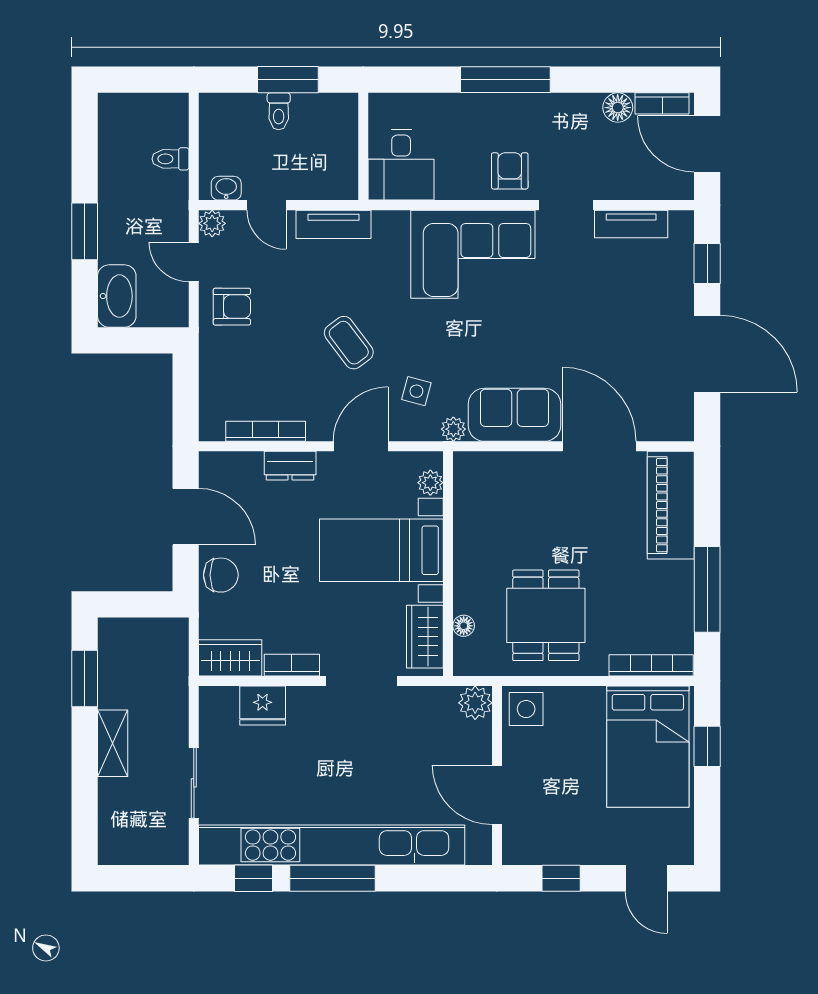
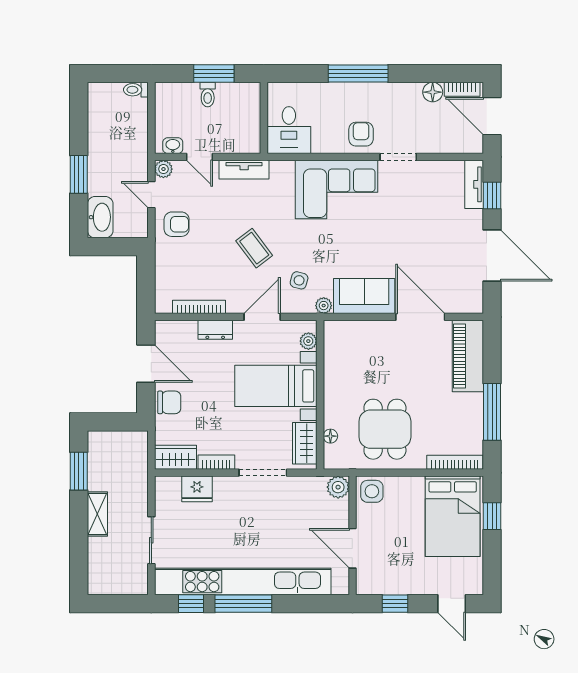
toilet: (170, 159) -> (136, 90), moved
tv unit: (631, 224) -> (474, 184), moved, turned 90

